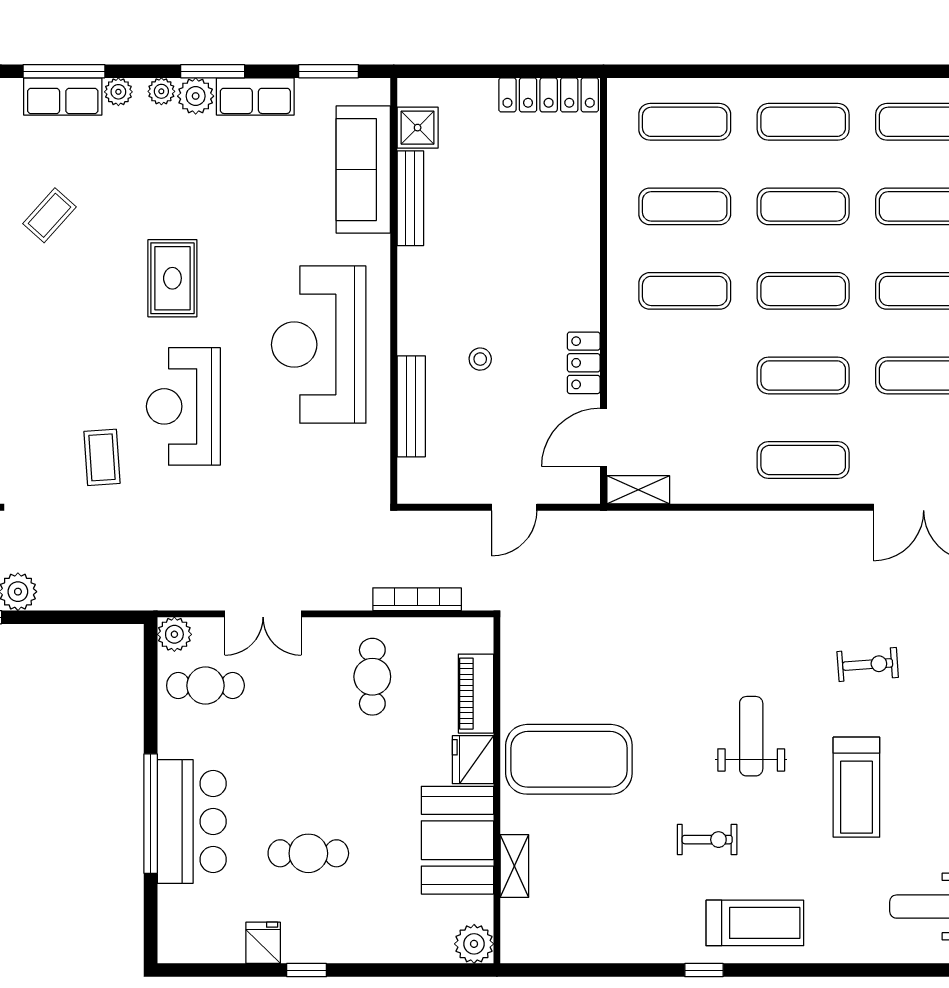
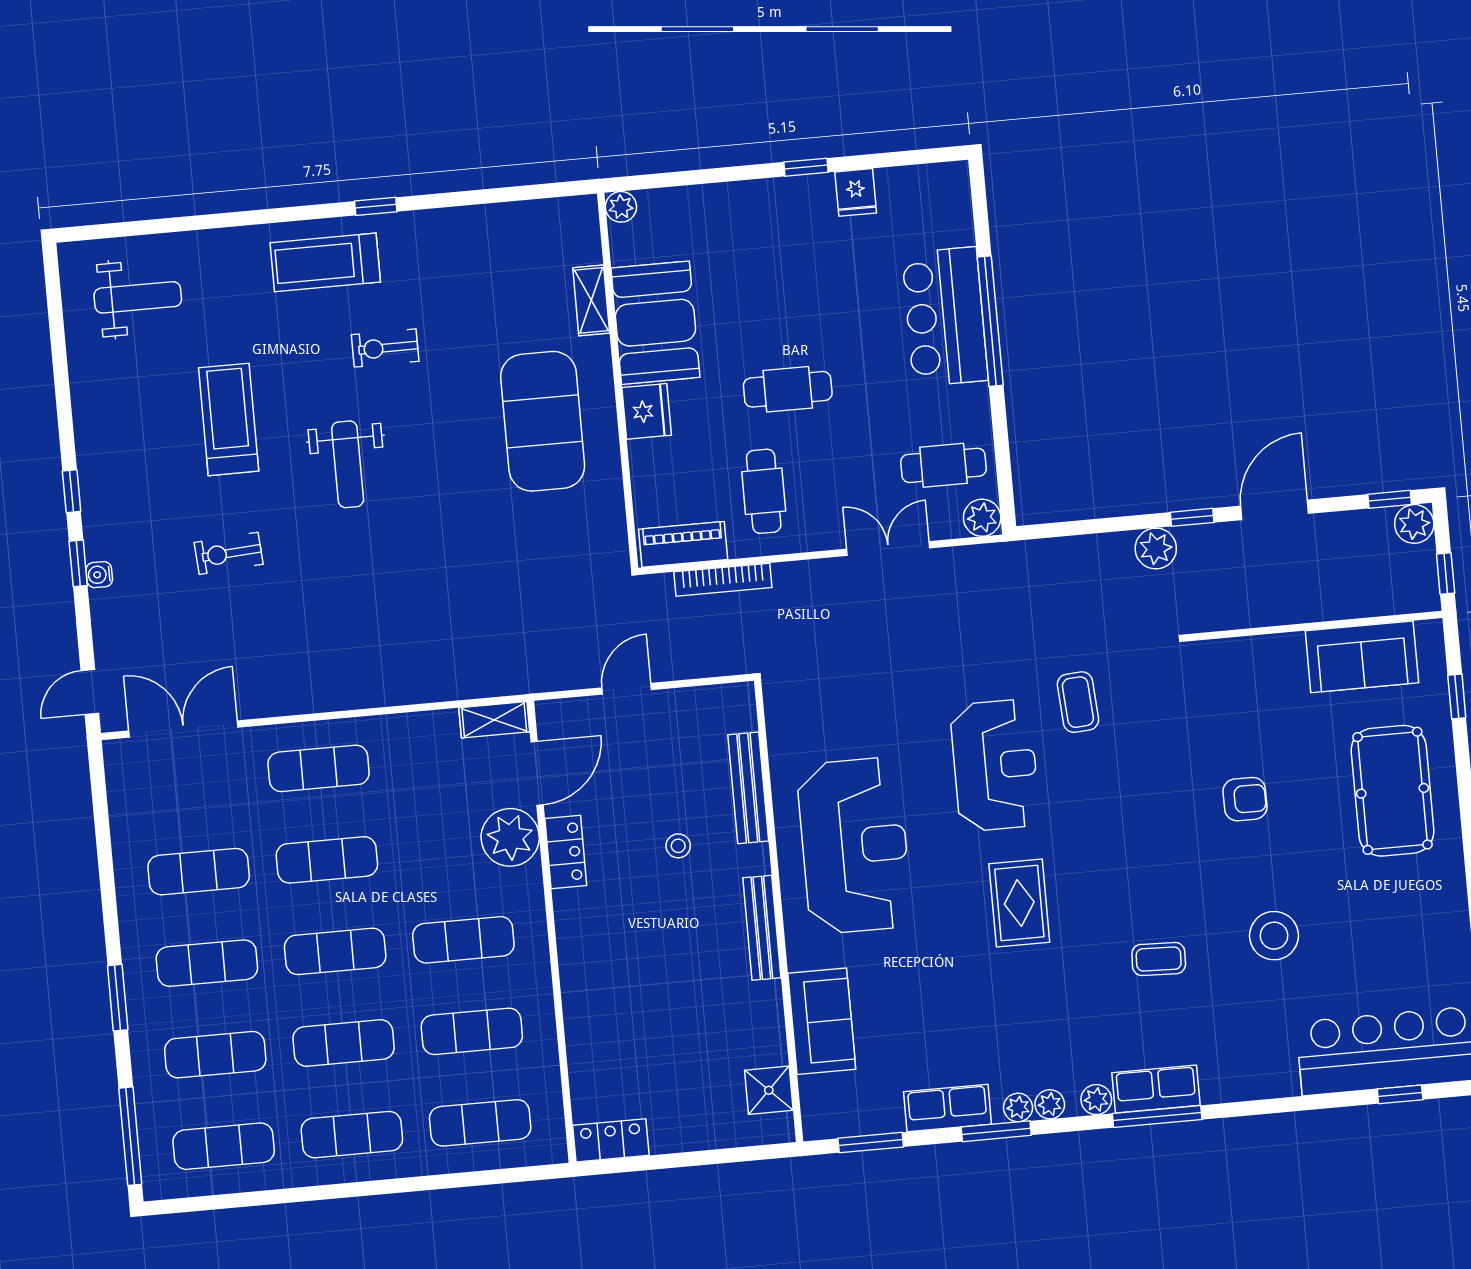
locker: (549, 95) -> (611, 1140), width x0.66
plant: (196, 96) -> (1018, 1107), width x0.73, depth x0.73
sofa: (363, 170) -> (822, 1021), width x0.73
bench: (410, 198) -> (762, 928), moved
coffee table: (49, 215) -> (1159, 959), turned 50
plant: (633, 381) -> (510, 837), added
piano: (476, 694) -> (683, 544), moved, turned -90
exercise mat: (569, 759) -> (543, 421), turned 90
cafe table: (308, 853) -> (788, 389), moved
plant: (474, 944) -> (621, 207), width x0.73, depth x0.73

